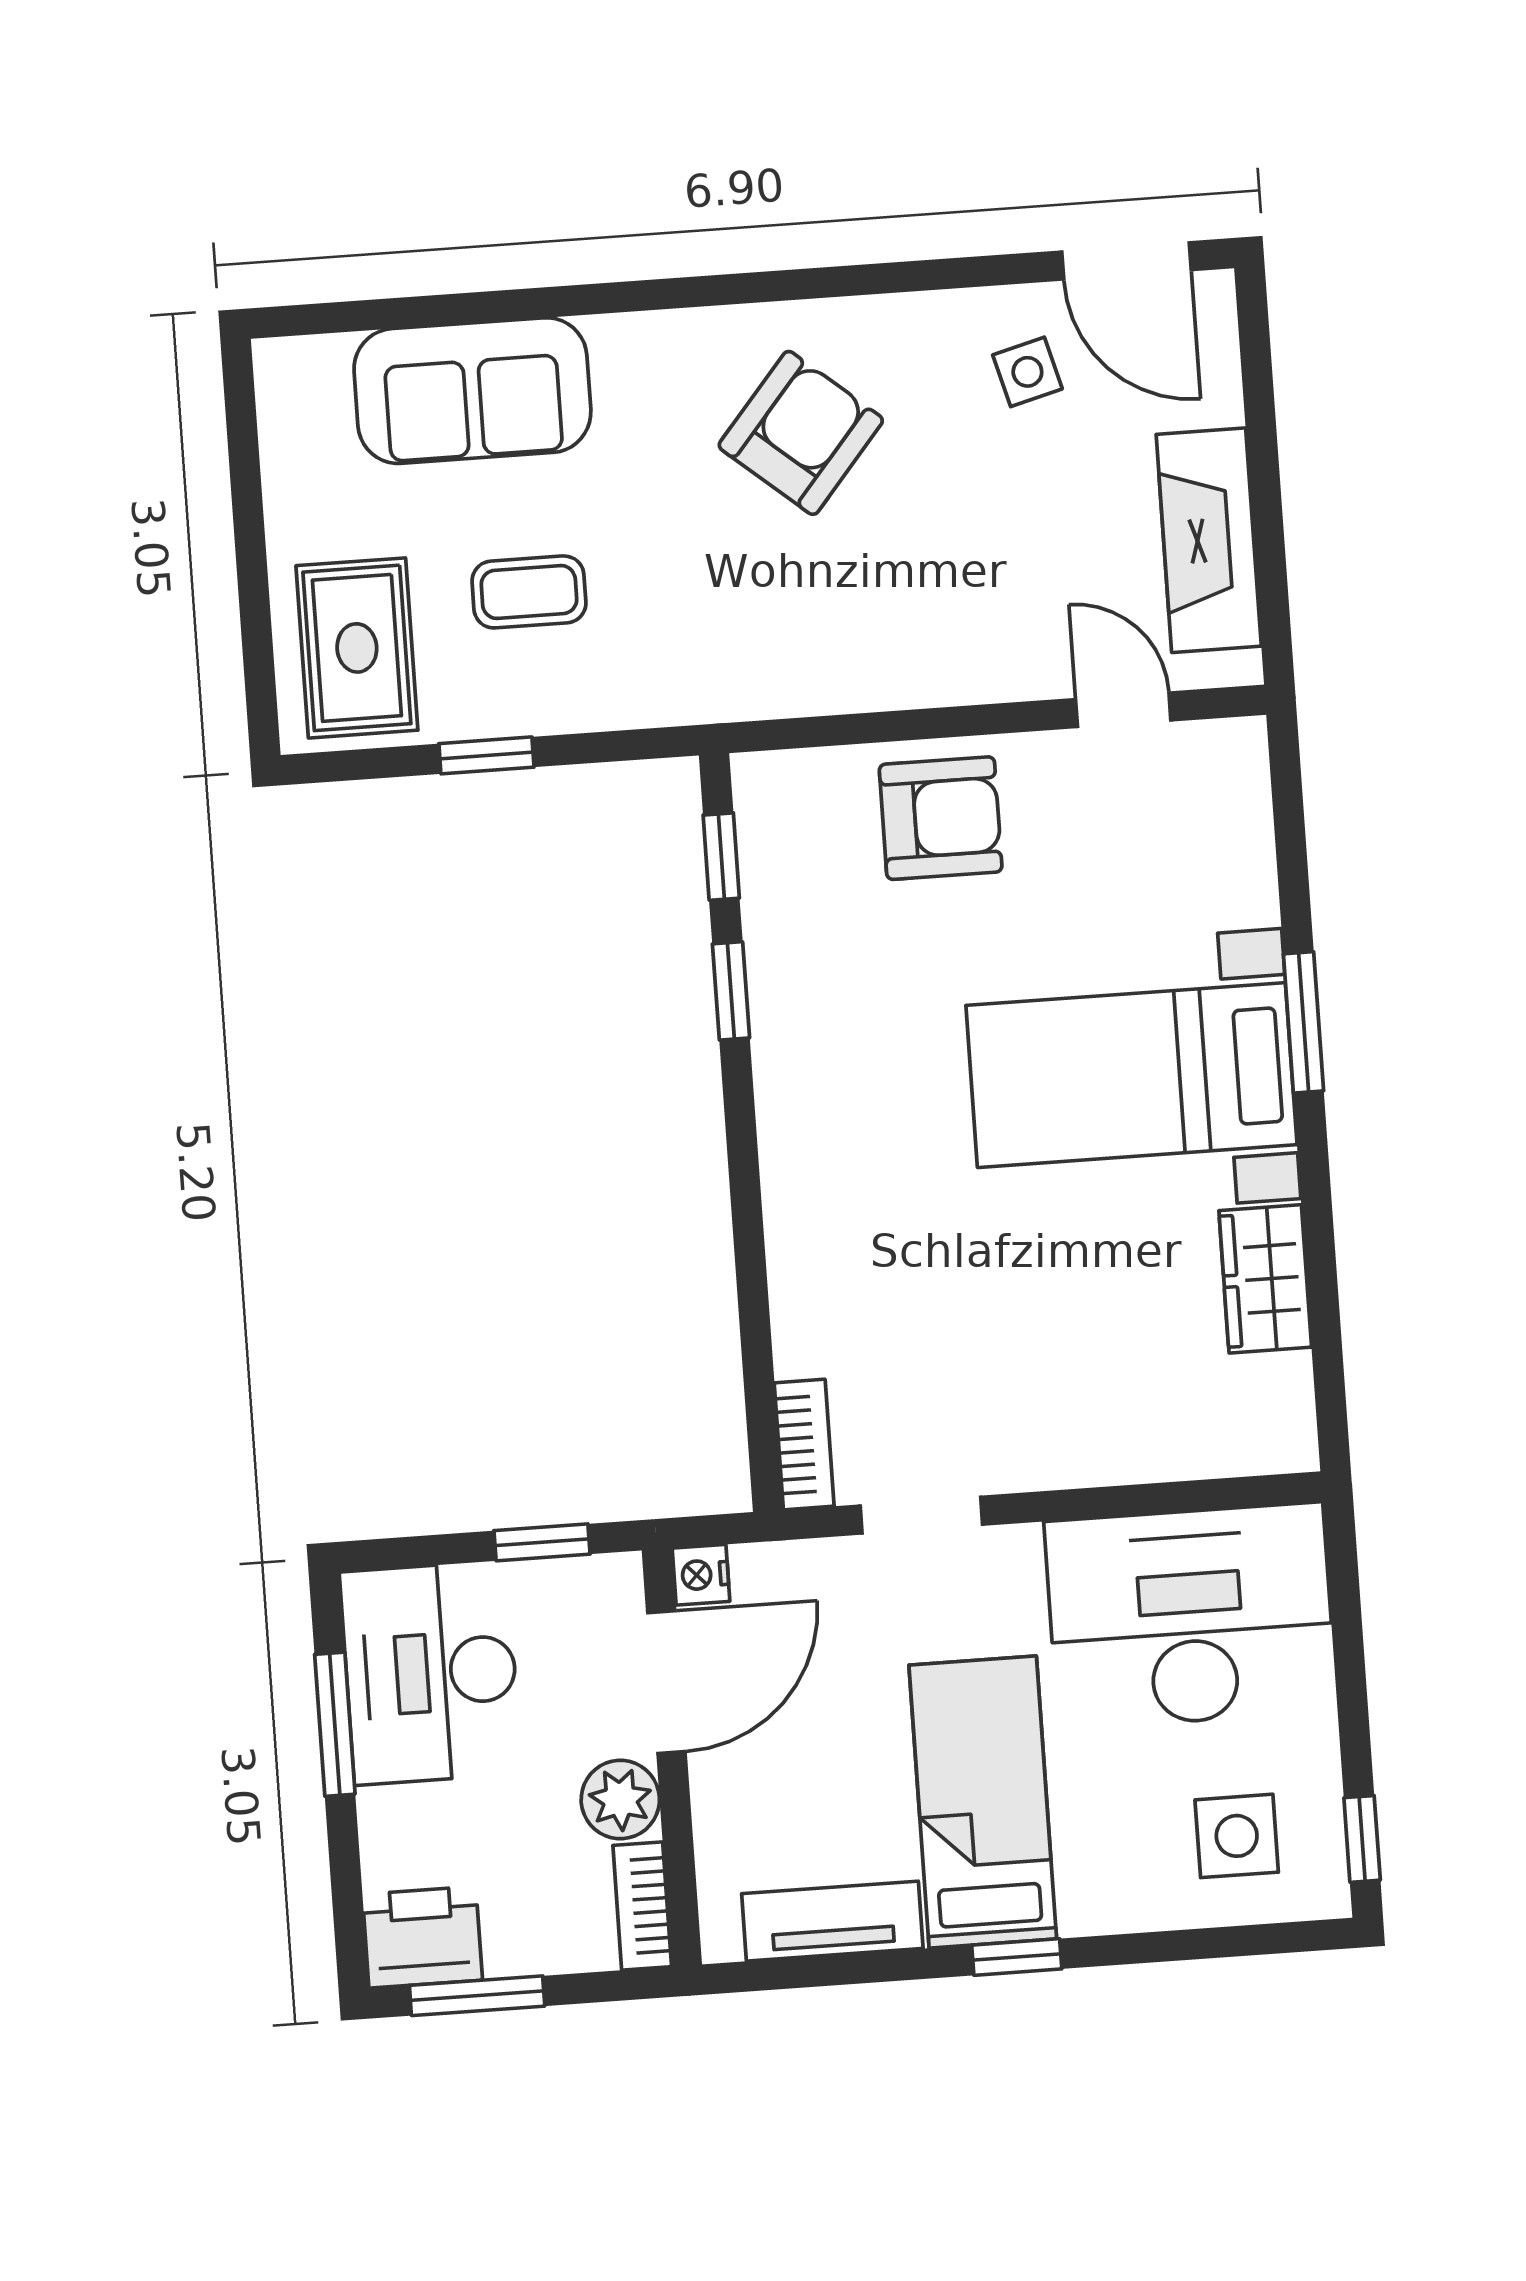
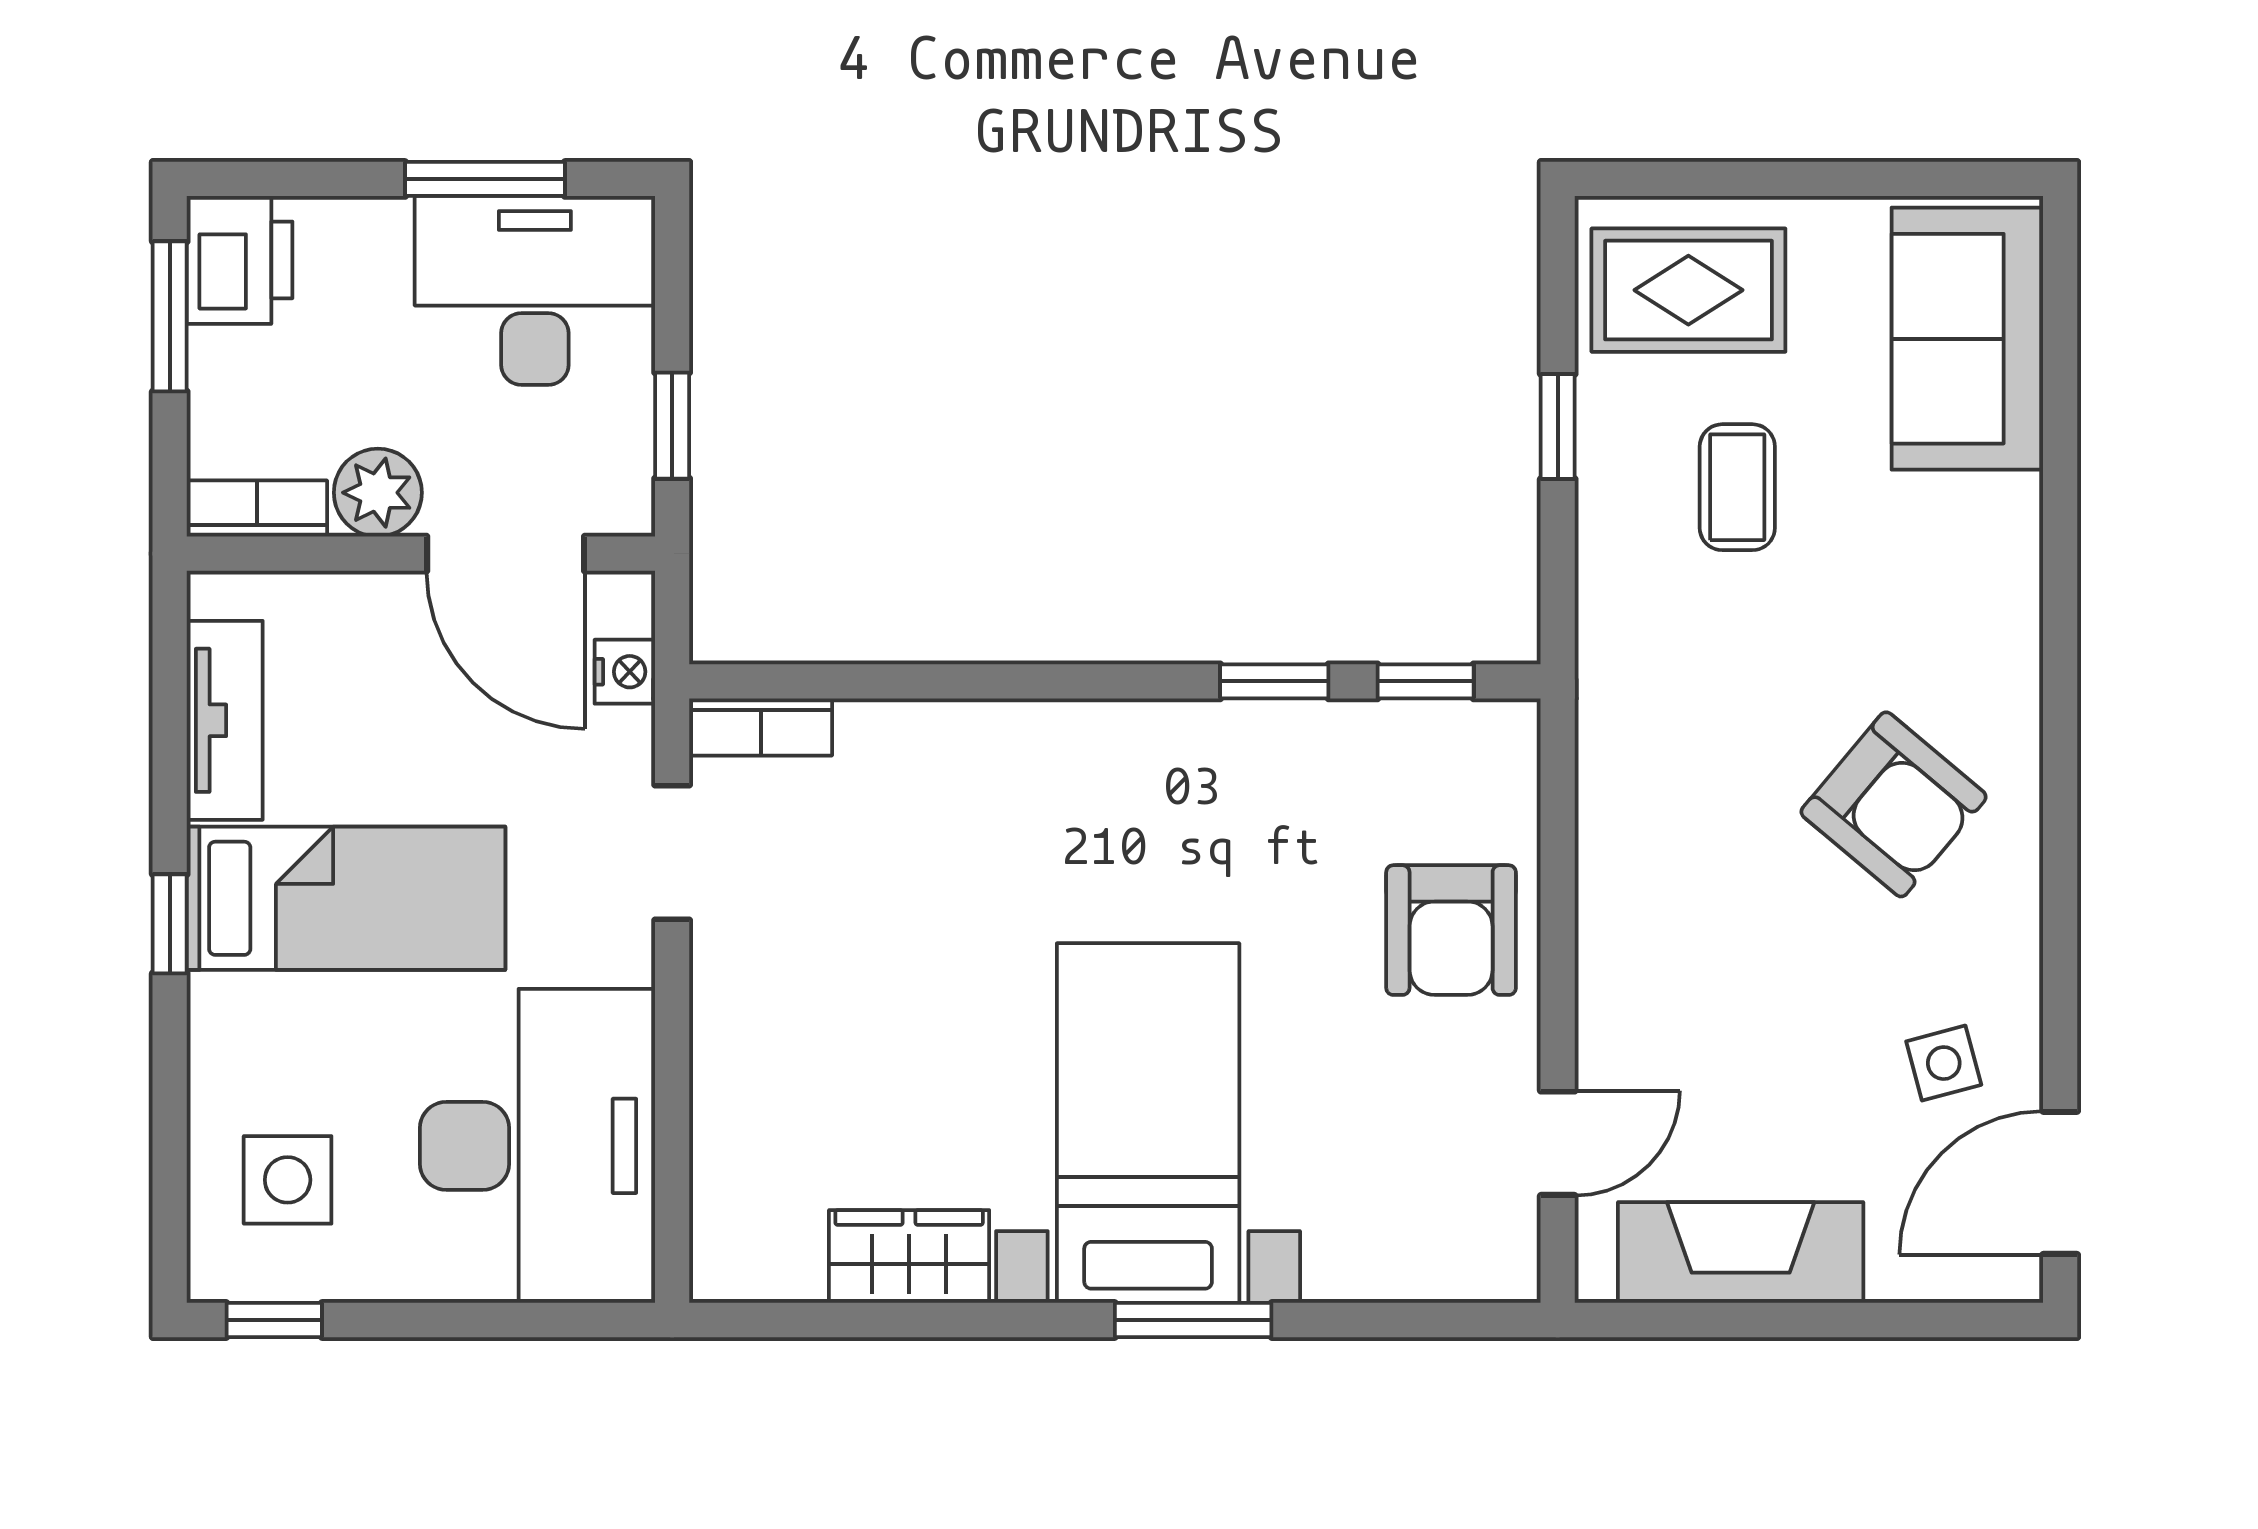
sofa: (472, 391) -> (1967, 339), moved
nightstand: (701, 1575) -> (625, 672), moved, turned 90

